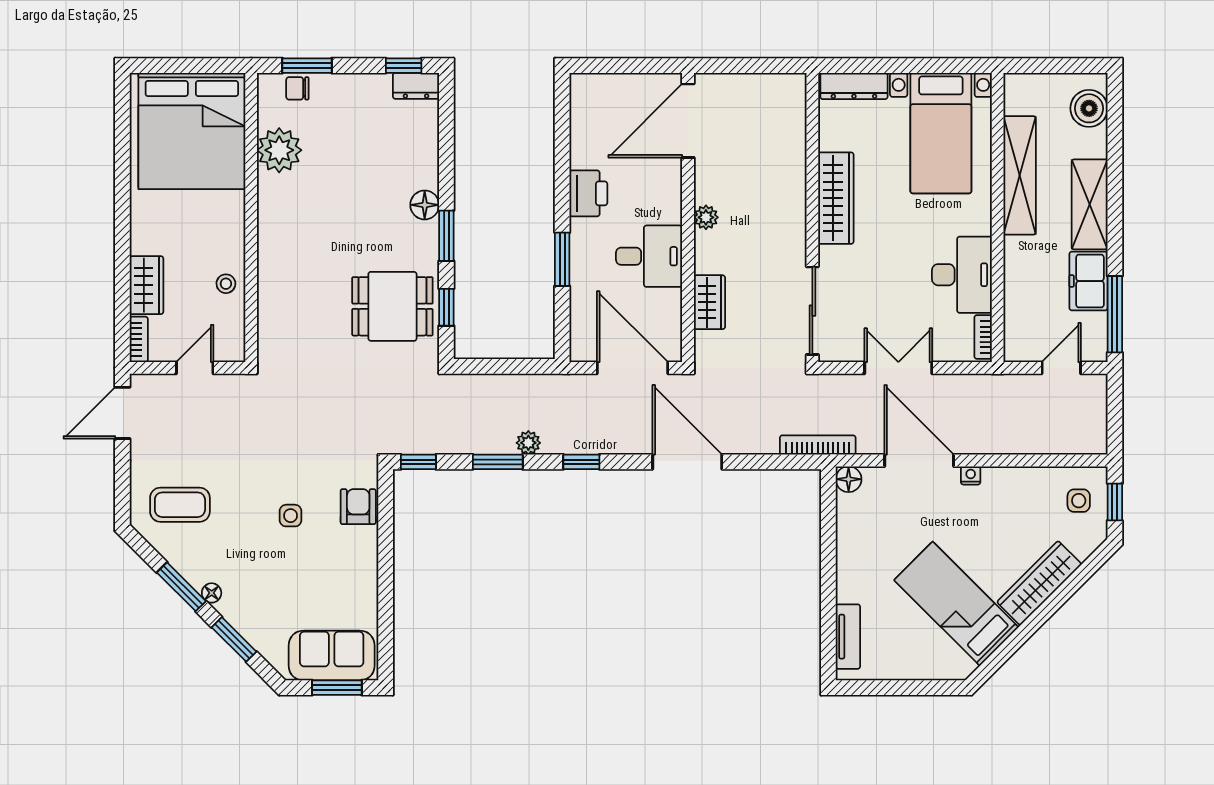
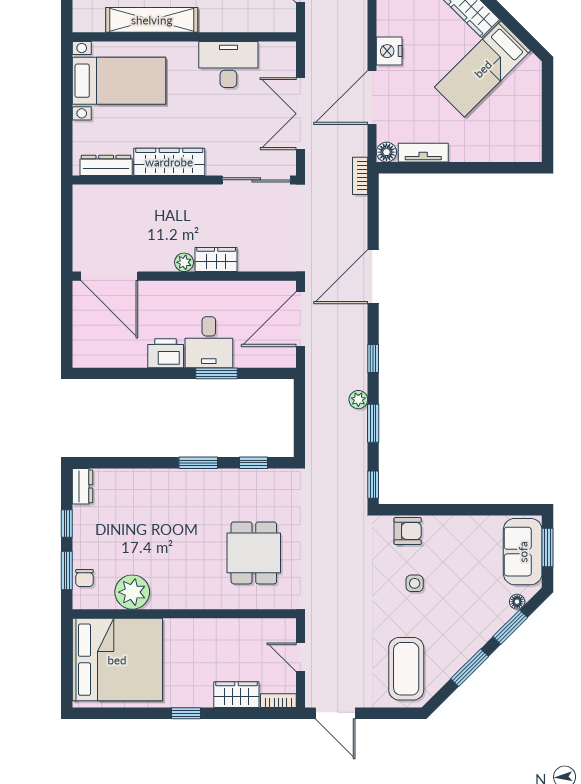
window: (404, 66) -> (67, 523), moved
dresser: (854, 86) -> (106, 165), moved, turned -90
floor lamp: (425, 205) -> (175, 480), removed
window: (122, 220) -> (186, 713), added
desk: (649, 256) -> (209, 342), moved, turned 180
stool: (226, 284) -> (235, 633), removed
wardrobe: (709, 302) -> (216, 260), moved
dining table: (392, 306) -> (254, 553), moved
bookcase: (983, 337) -> (277, 48), removed
double door: (898, 368) -> (300, 114), width x1.37
bookcase: (818, 445) -> (360, 176), width x0.64
nightstand: (971, 475) -> (389, 51), width x1.89, depth x1.79
coffee table: (180, 505) -> (406, 669), width x1.36, depth x1.32
armchair: (358, 507) -> (408, 531), turned 180
floor lamp: (212, 593) -> (517, 602), moved
tv unit: (848, 637) -> (423, 153), moved

